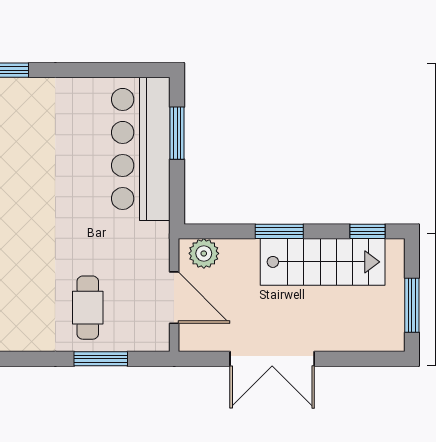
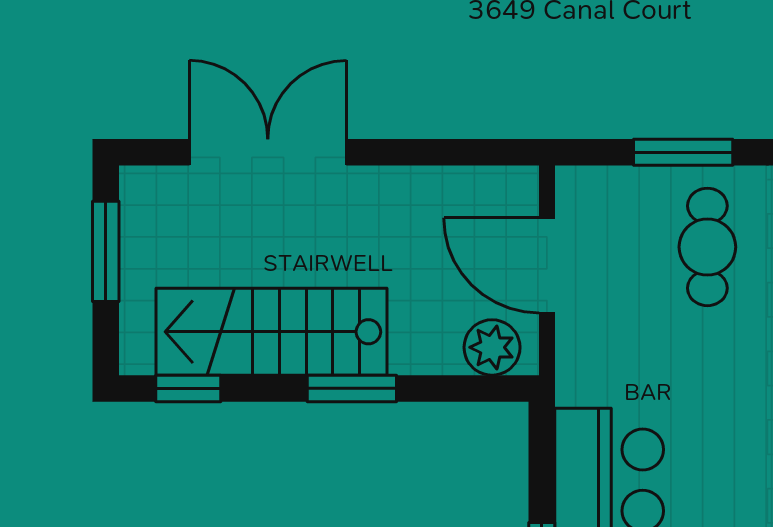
double door: (272, 359) -> (268, 152), moved

